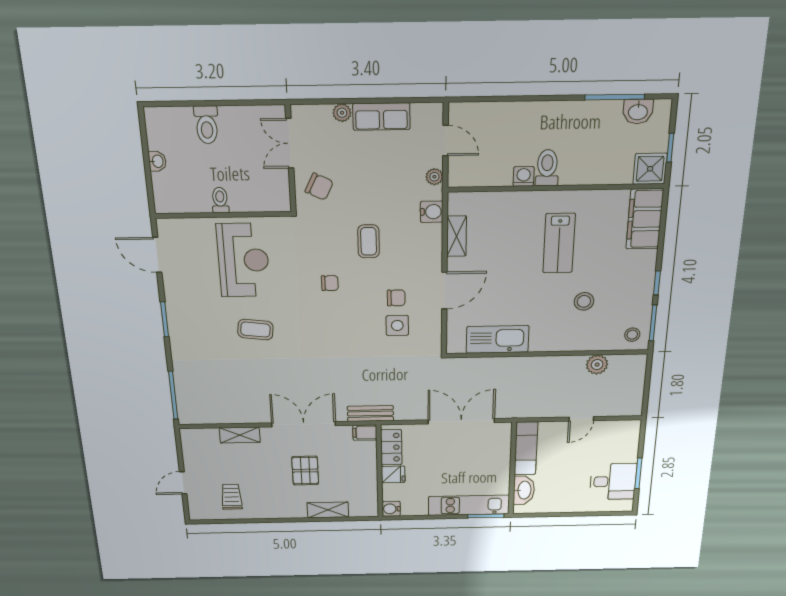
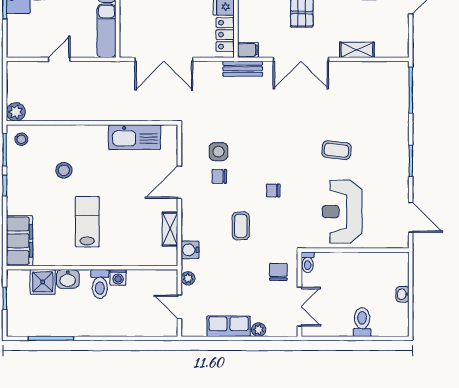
washbasin: (638, 111) -> (68, 279), moved, turned 180
shower: (650, 169) -> (43, 282), moved
chair: (319, 187) -> (278, 272), turned 64
toilet: (220, 200) -> (308, 262), moved
plant: (597, 365) -> (16, 112), moved

